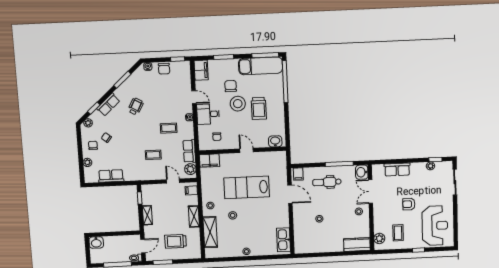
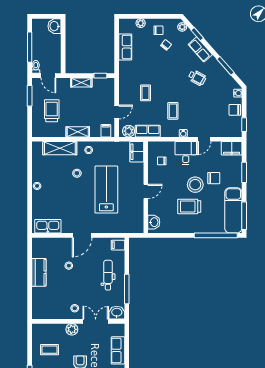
door: (290, 194) -> (82, 235), moved
plant: (379, 238) -> (72, 329), moved
kitchen counter: (357, 245) -> (39, 272), moved

